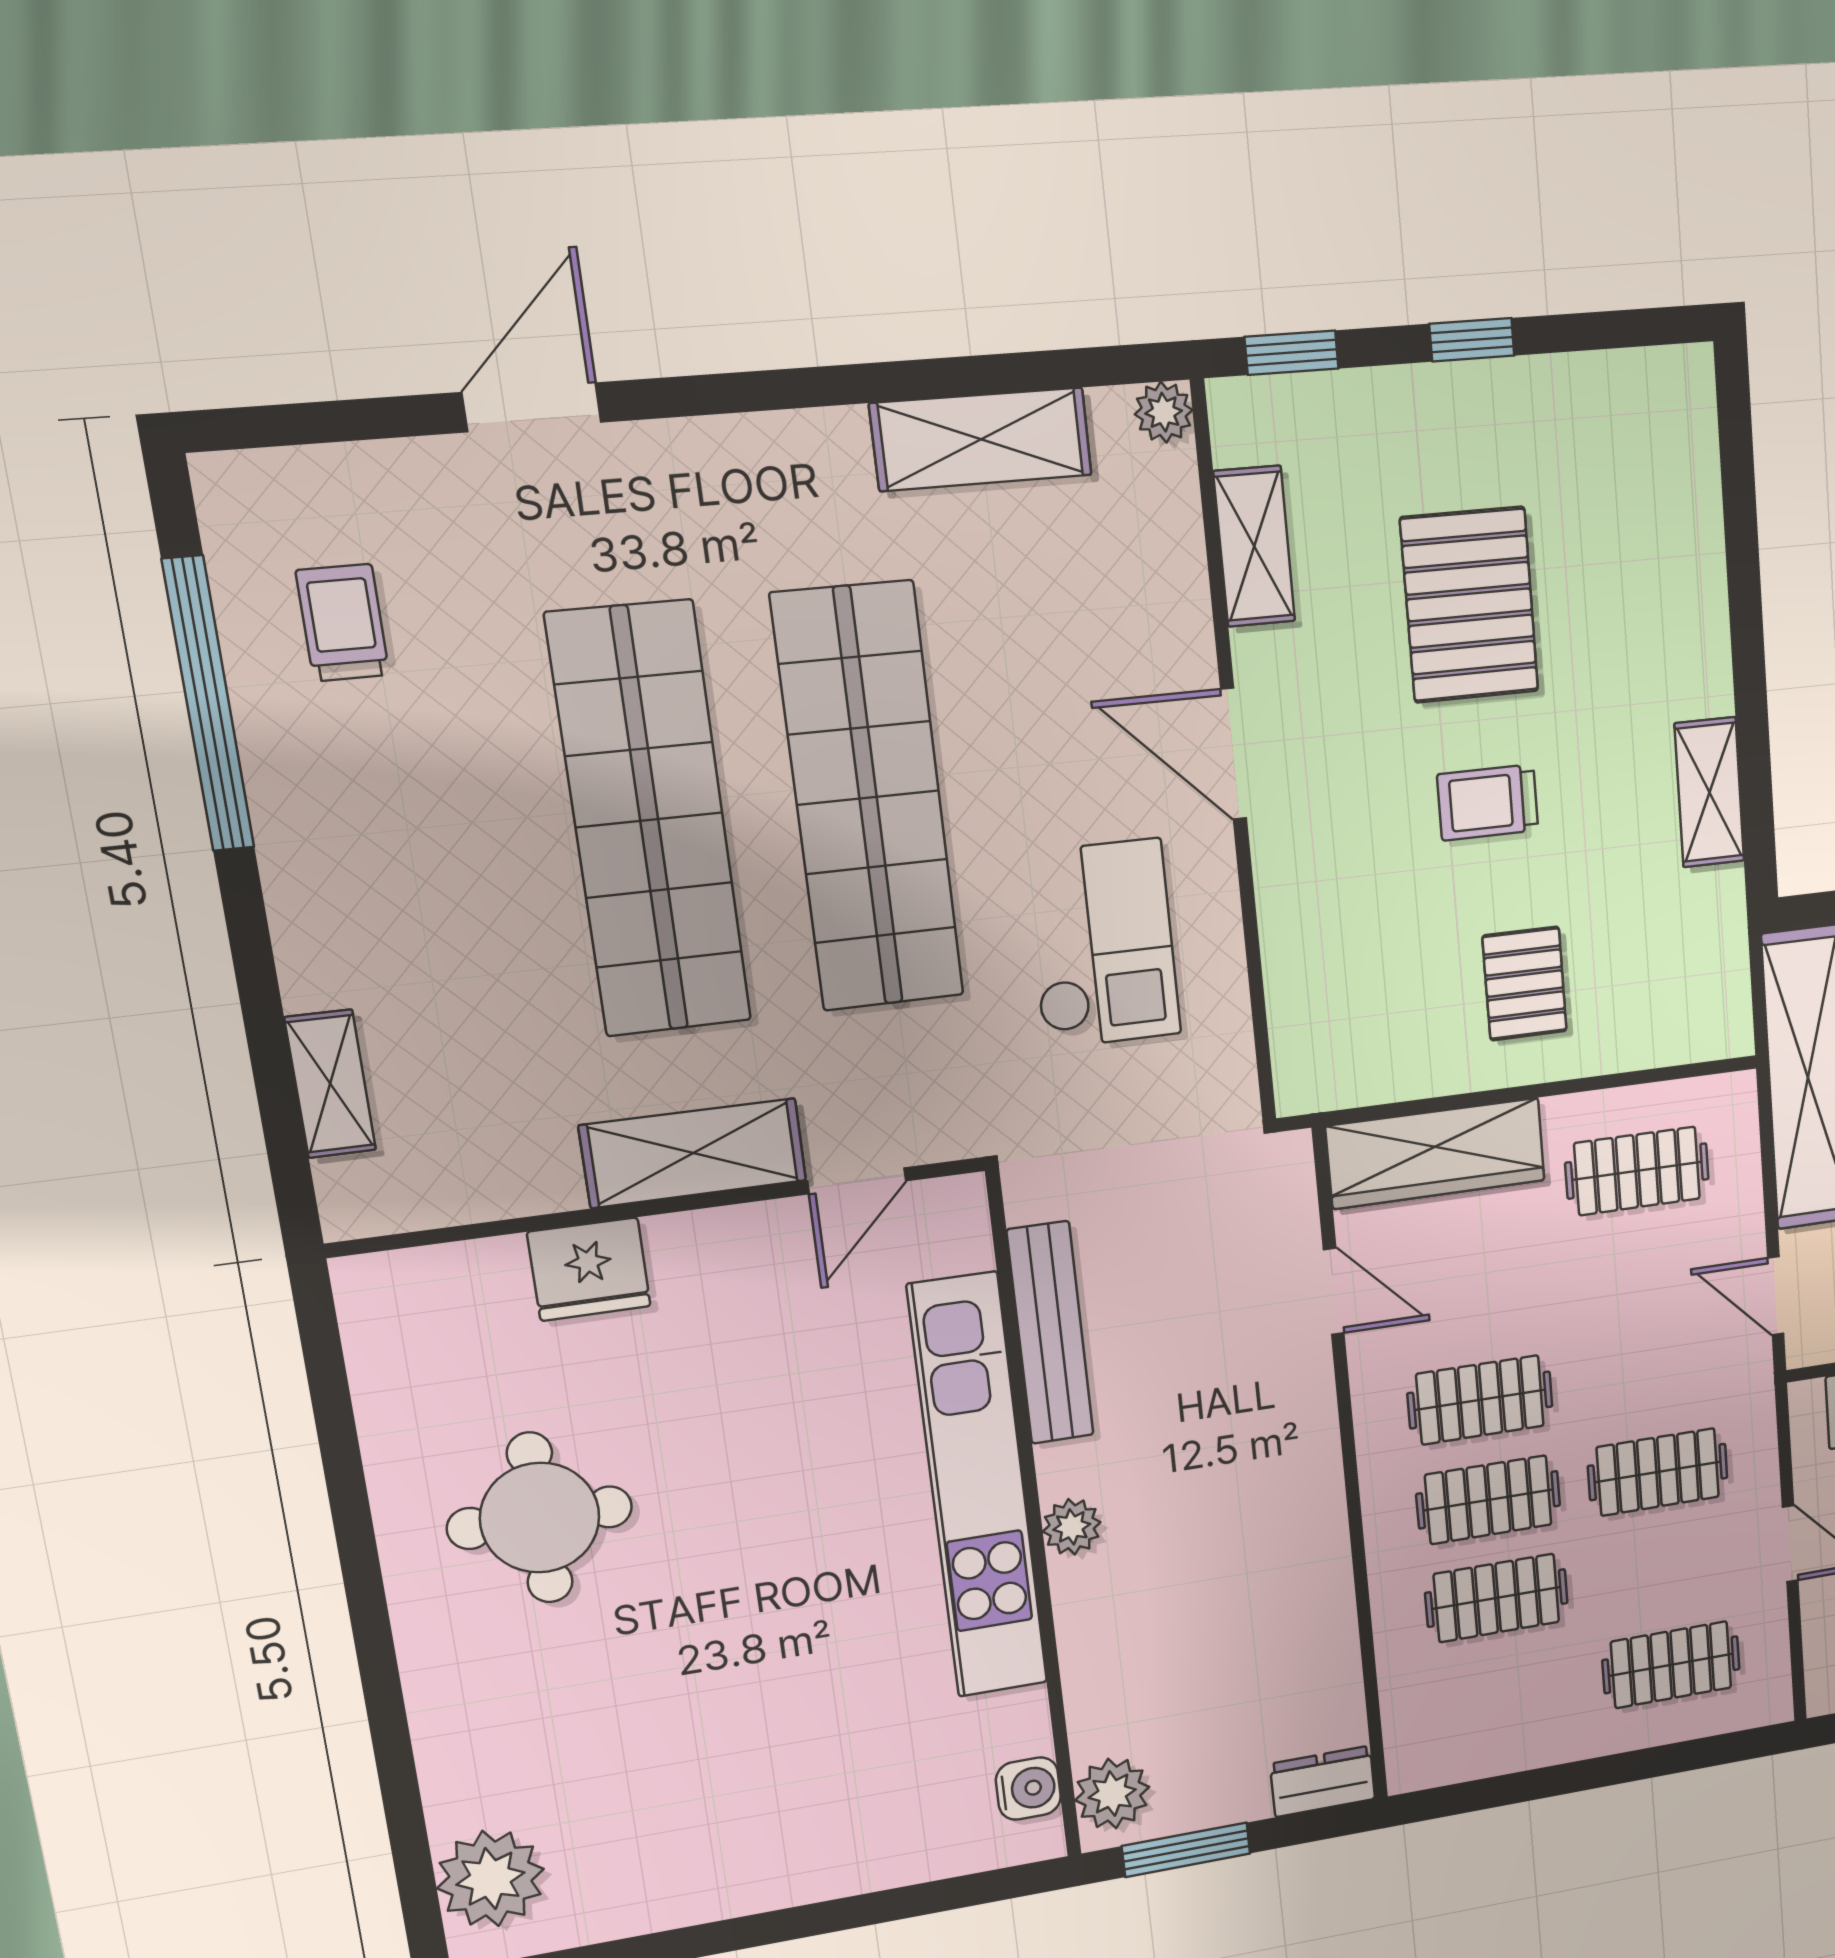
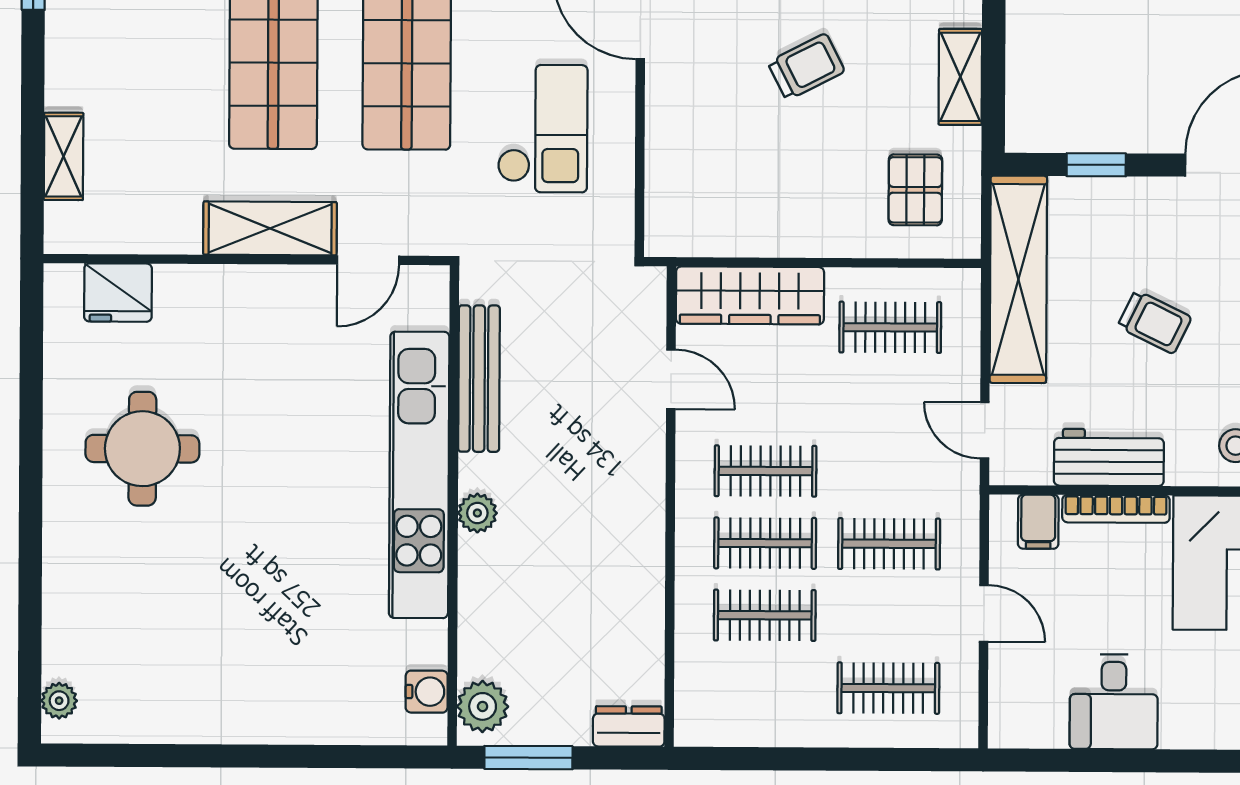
trolley: (1488, 802) -> (806, 67), turned 153
pallet: (1525, 984) -> (915, 190), moved
fridge: (589, 1269) -> (118, 293), moved
plant: (490, 1879) -> (59, 701), width x0.53, depth x0.53

